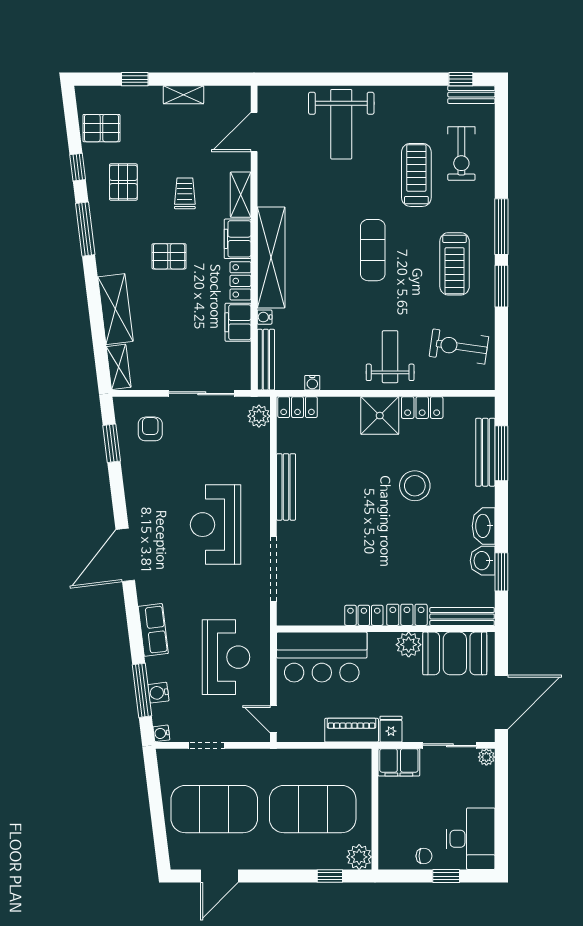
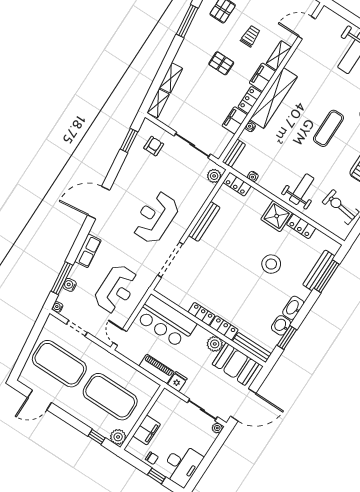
shelving: (115, 309) -> (171, 78), width x0.67, depth x0.75
bench: (266, 360) -> (234, 153), width x0.73
filing cabinet: (399, 762) -> (147, 430), moved, turned -90

